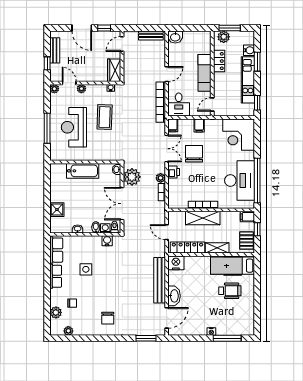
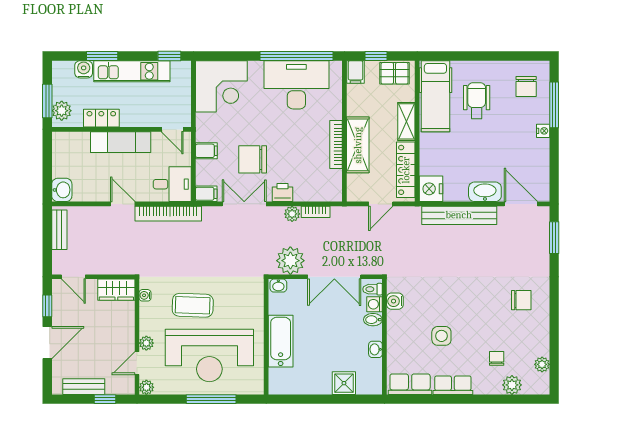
reception desk: (74, 127) -> (209, 355), width x1.36, depth x1.30
chair: (238, 321) -> (526, 87), added

